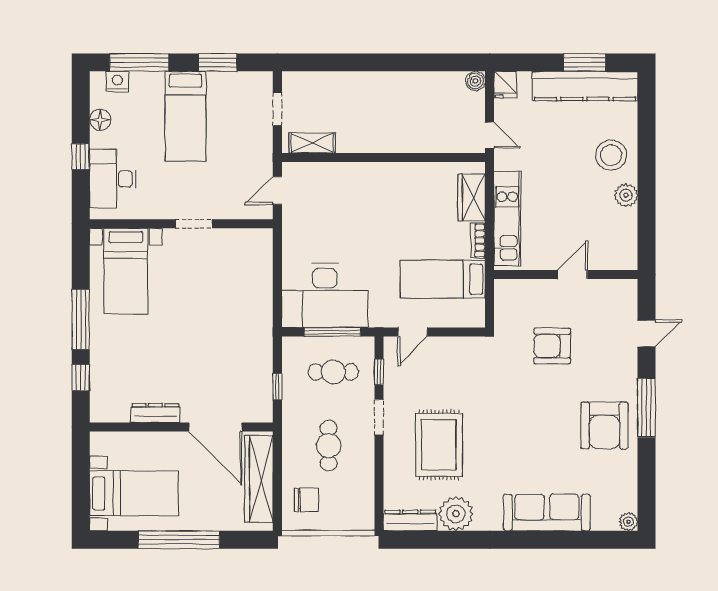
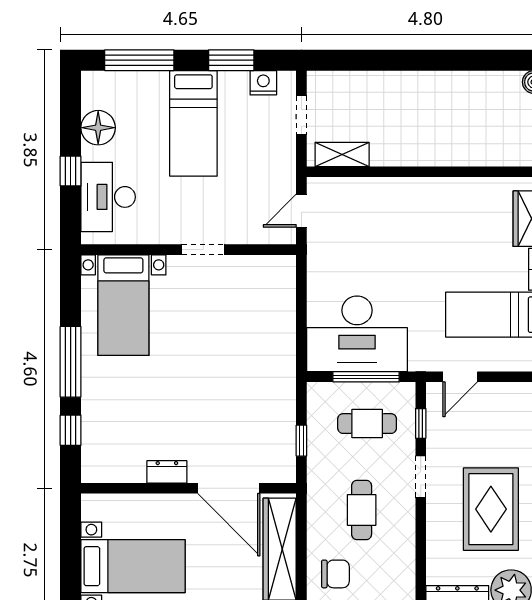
nightstand: (117, 82) -> (263, 83), moved
floor lamp: (100, 120) -> (98, 128), width x1.38, depth x1.38
dresser: (155, 413) -> (167, 472), width x0.70

